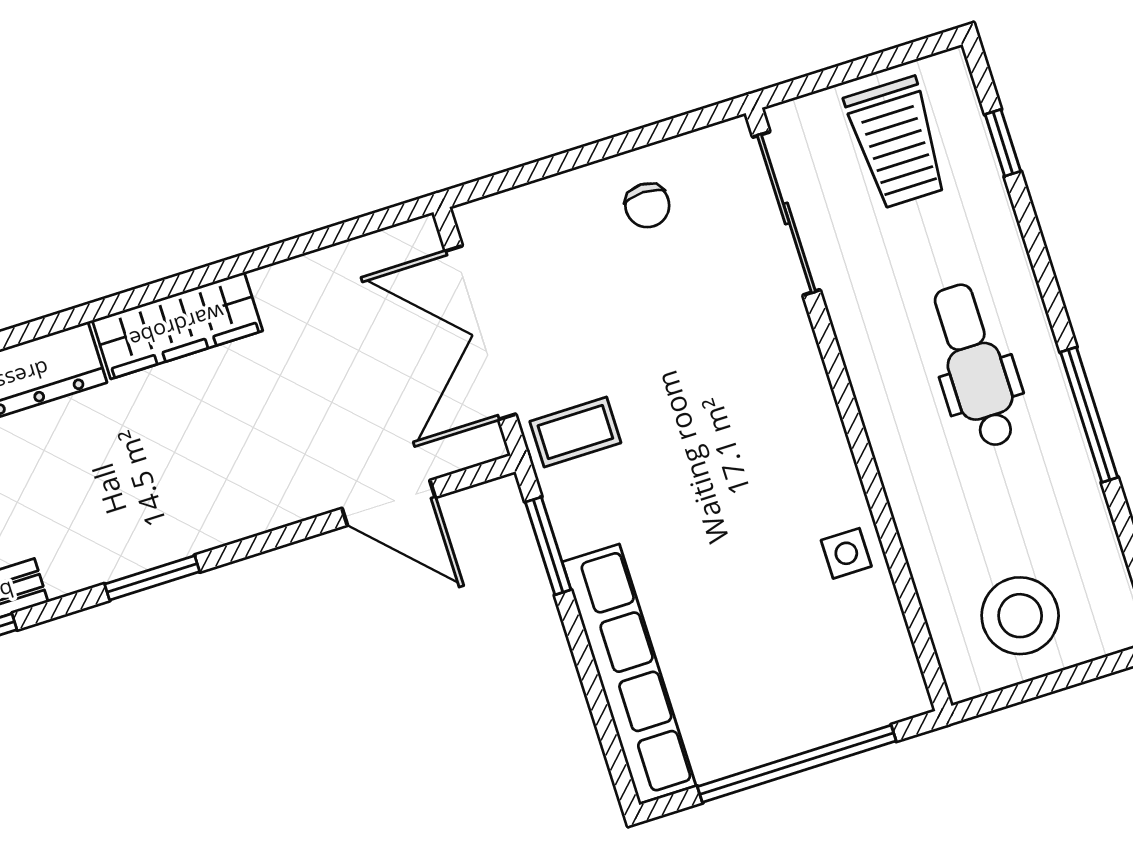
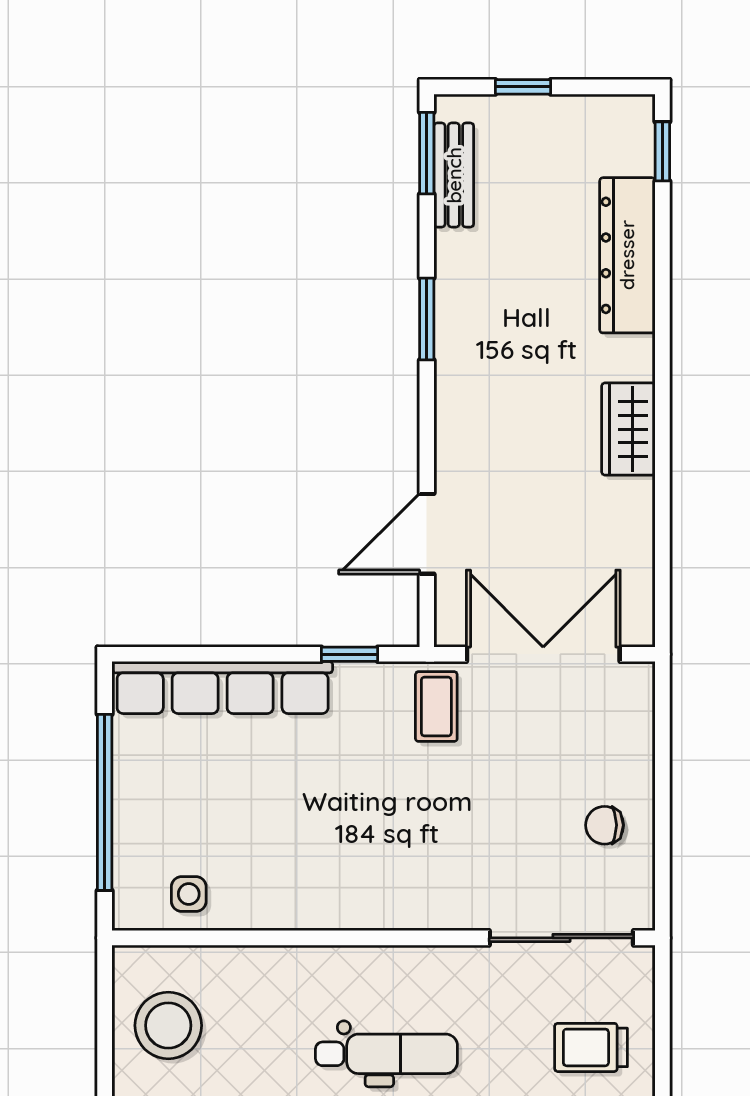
trolley: (897, 143) -> (591, 1047), width x0.73, depth x0.72
wardrobe: (177, 326) -> (628, 429), width x0.67
window: (548, 546) -> (349, 654), width x0.67
side table: (846, 553) -> (189, 894), moved

